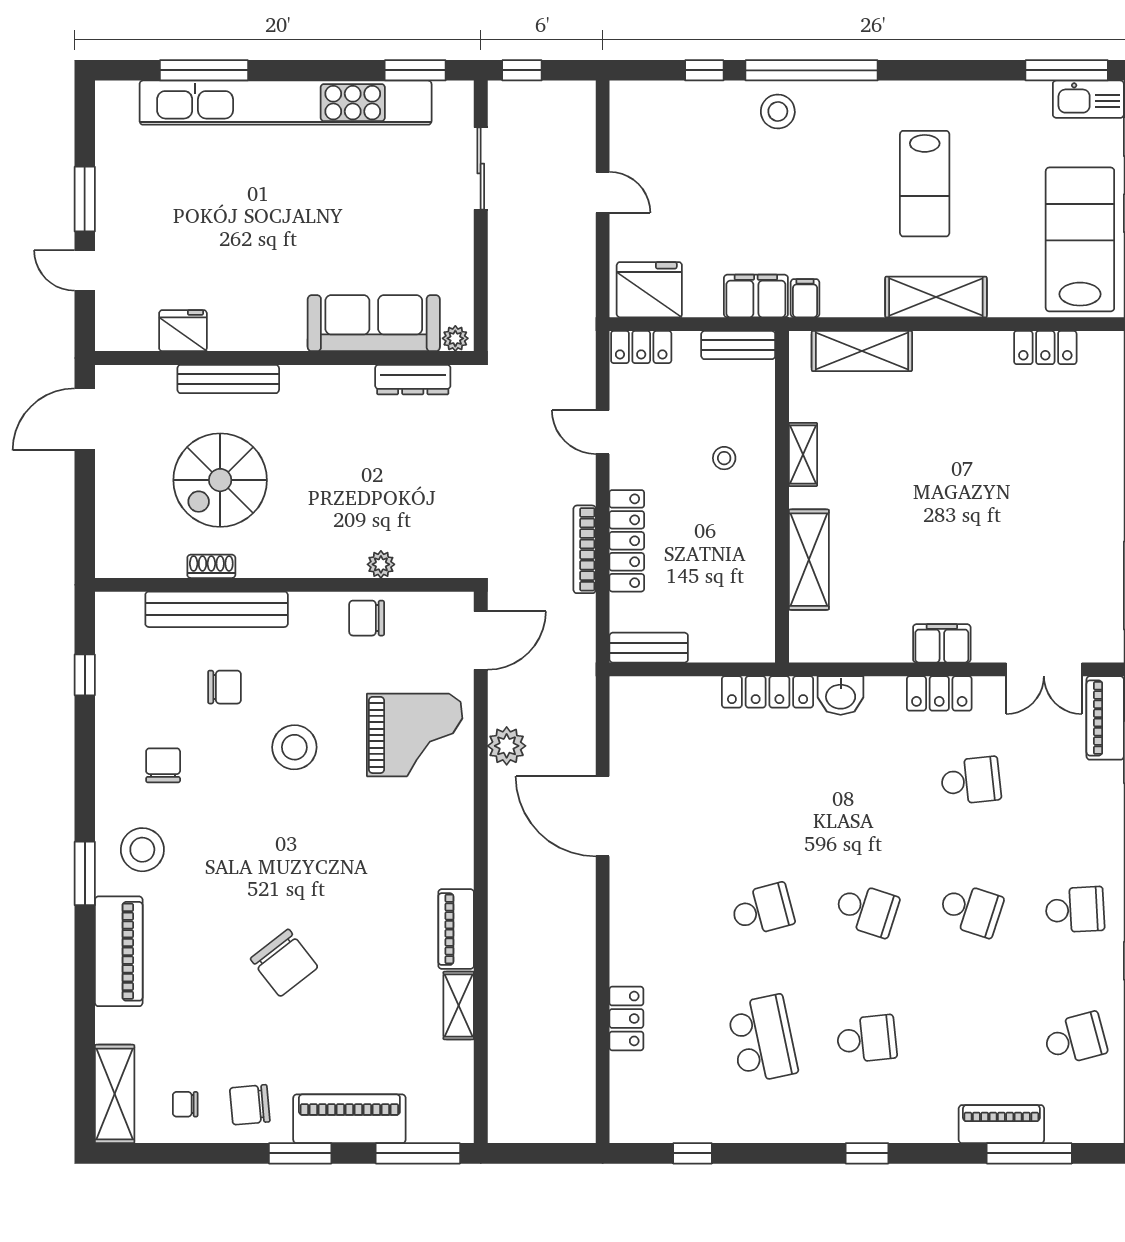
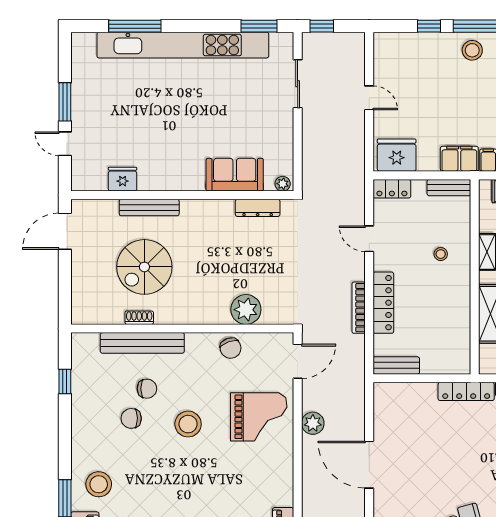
sofa: (374, 323) -> (235, 175), width x0.73
plant: (381, 564) -> (246, 310), width x1.88, depth x1.88
chair: (367, 618) -> (231, 348), turned -110
chair: (163, 765) -> (131, 418), moved, turned -90

